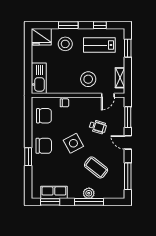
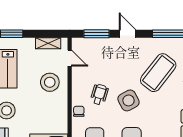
wheelchair: (98, 127) -> (99, 94), moved
door: (128, 142) -> (127, 34), swing flipped
coffee table: (96, 167) -> (158, 73), width x1.36, depth x1.32

